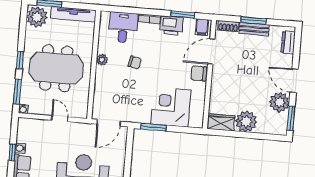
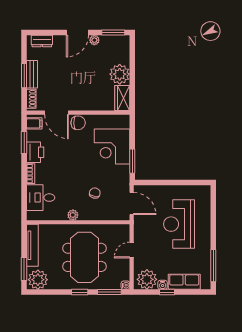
chair: (135, 63) -> (95, 193), moved
chair: (199, 73) -> (78, 123), turned -90
plant: (280, 102) -> (94, 40), width x0.53, depth x0.53
plant: (27, 132) -> (147, 279), added

